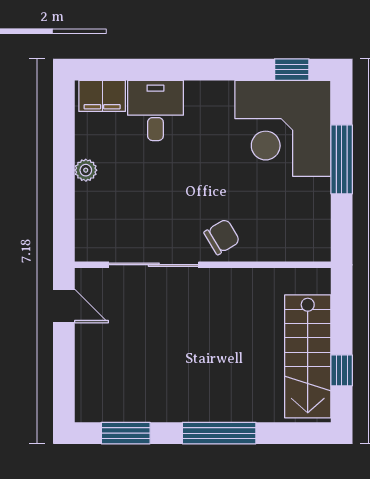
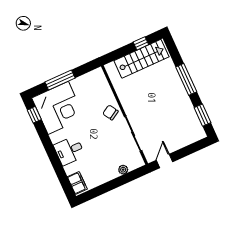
desk: (155, 110) -> (69, 151), moved
plant: (86, 170) -> (123, 170), moved

